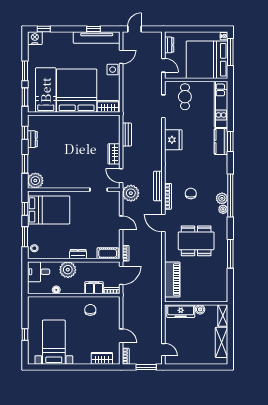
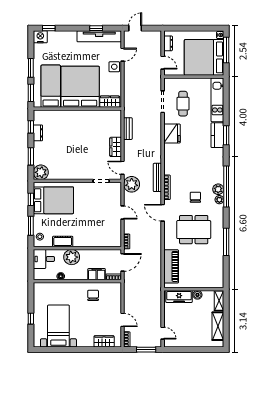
cafe table: (185, 97) -> (183, 104), moved
chair: (191, 193) -> (195, 197), moved
cot: (108, 253) -> (63, 241), moved
dresser: (78, 254) -> (81, 242), removed

